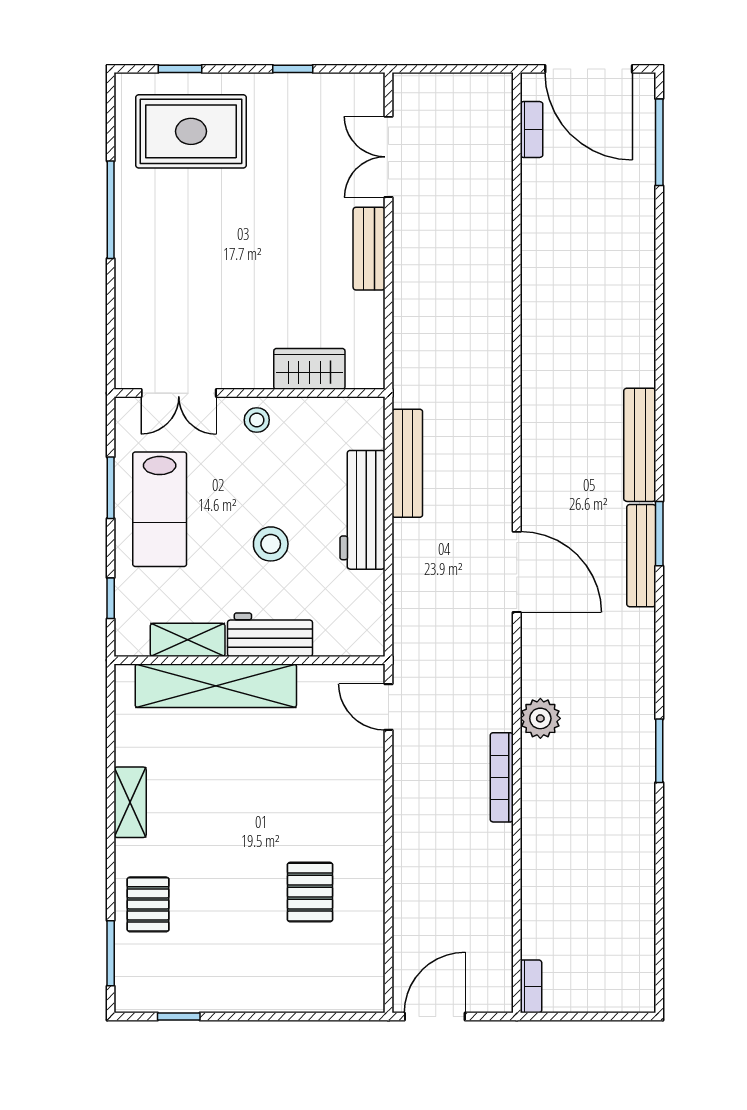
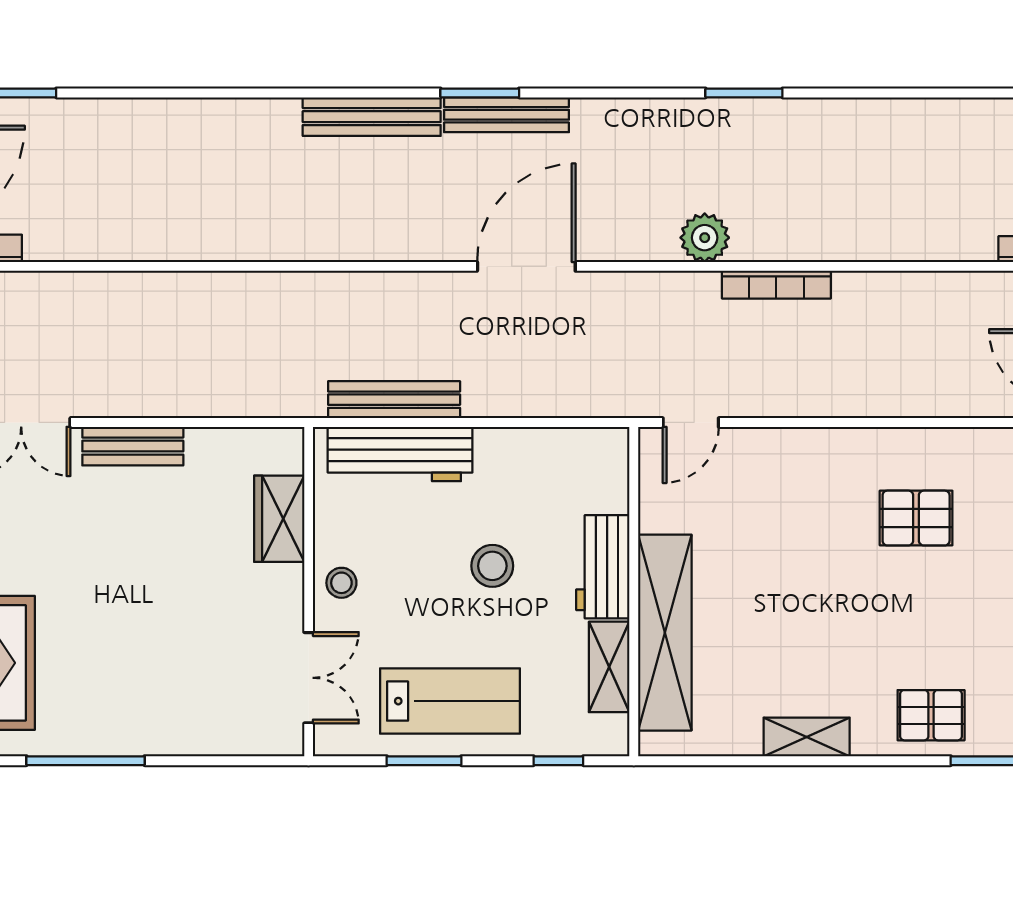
workbench: (363, 510) -> (400, 454), moved

